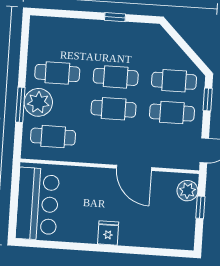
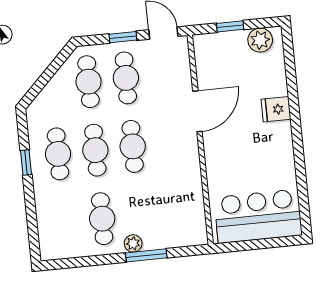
window: (208, 99) -> (123, 37), moved
plant: (38, 102) -> (133, 243), width x0.53, depth x0.53
cafe table: (53, 137) -> (58, 154), moved
plant: (187, 191) -> (260, 40), moved
fridge: (108, 233) -> (276, 109), moved

